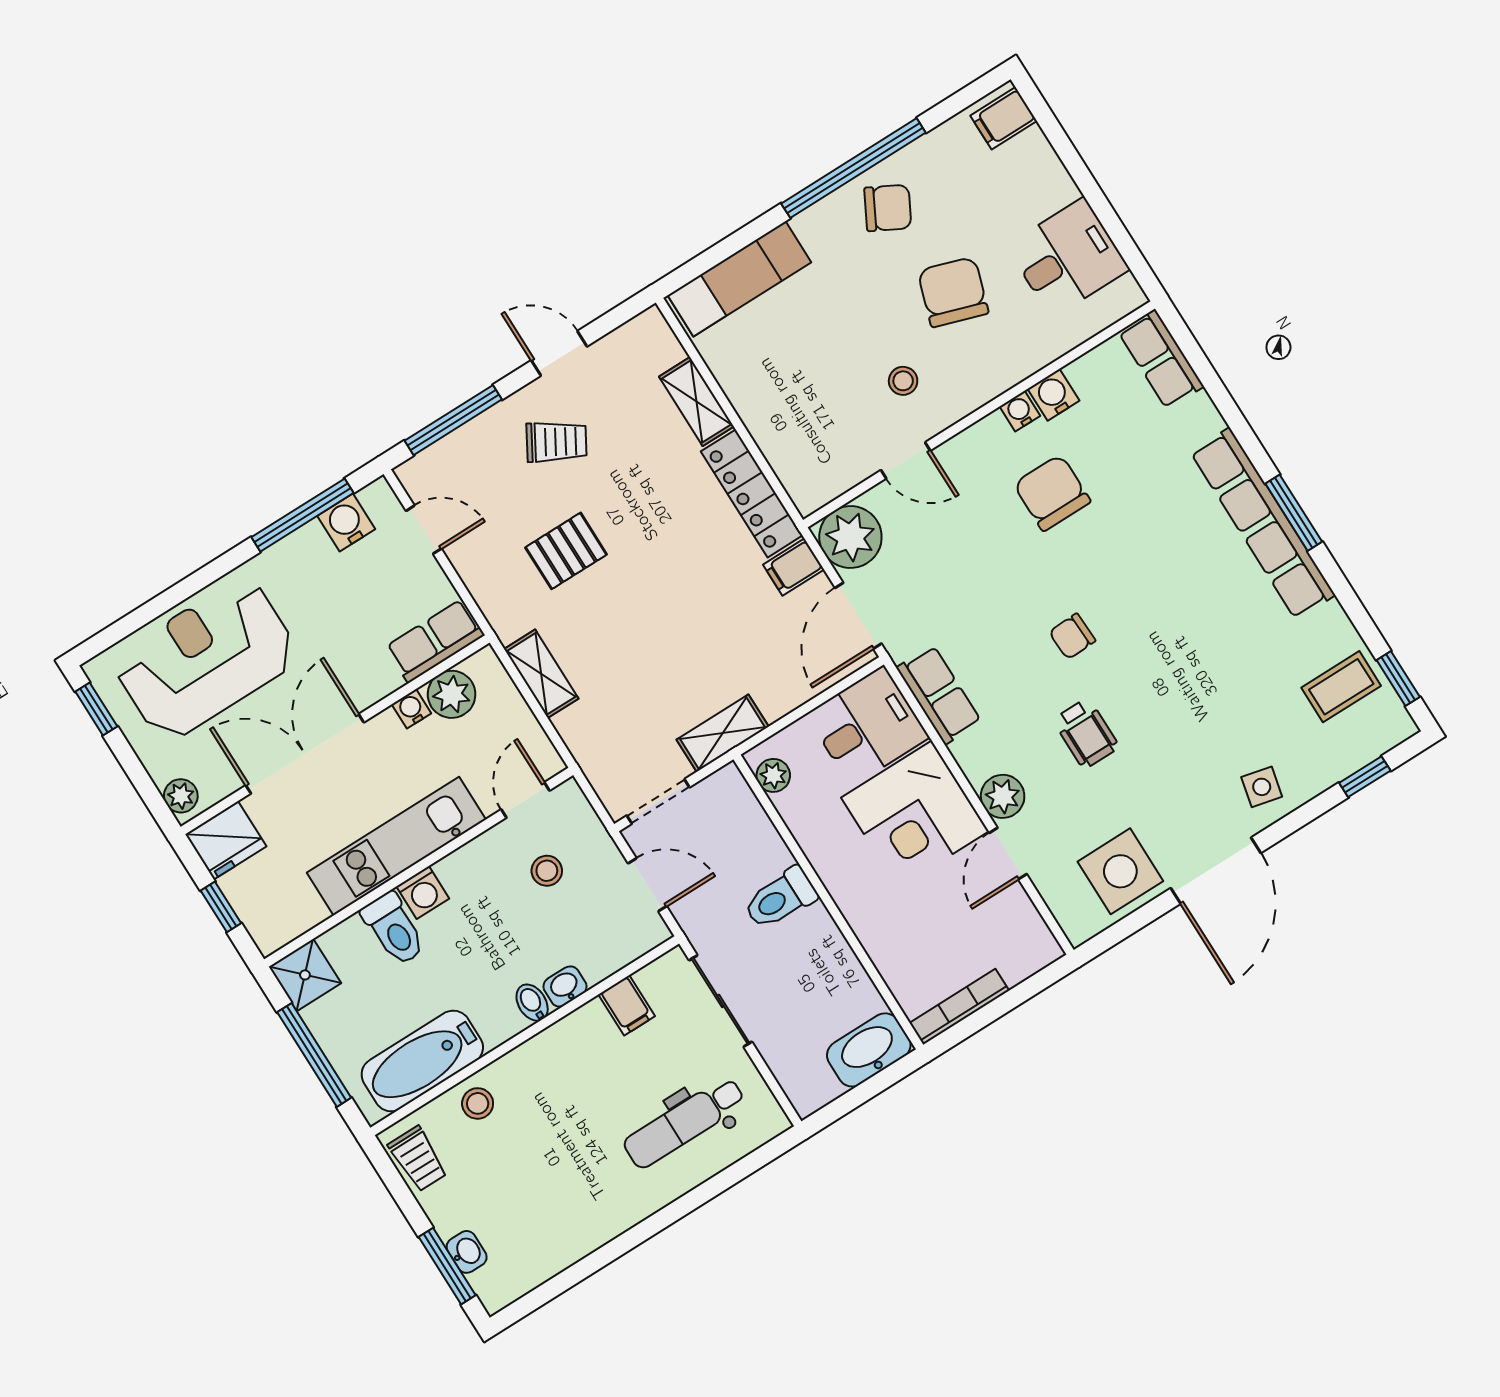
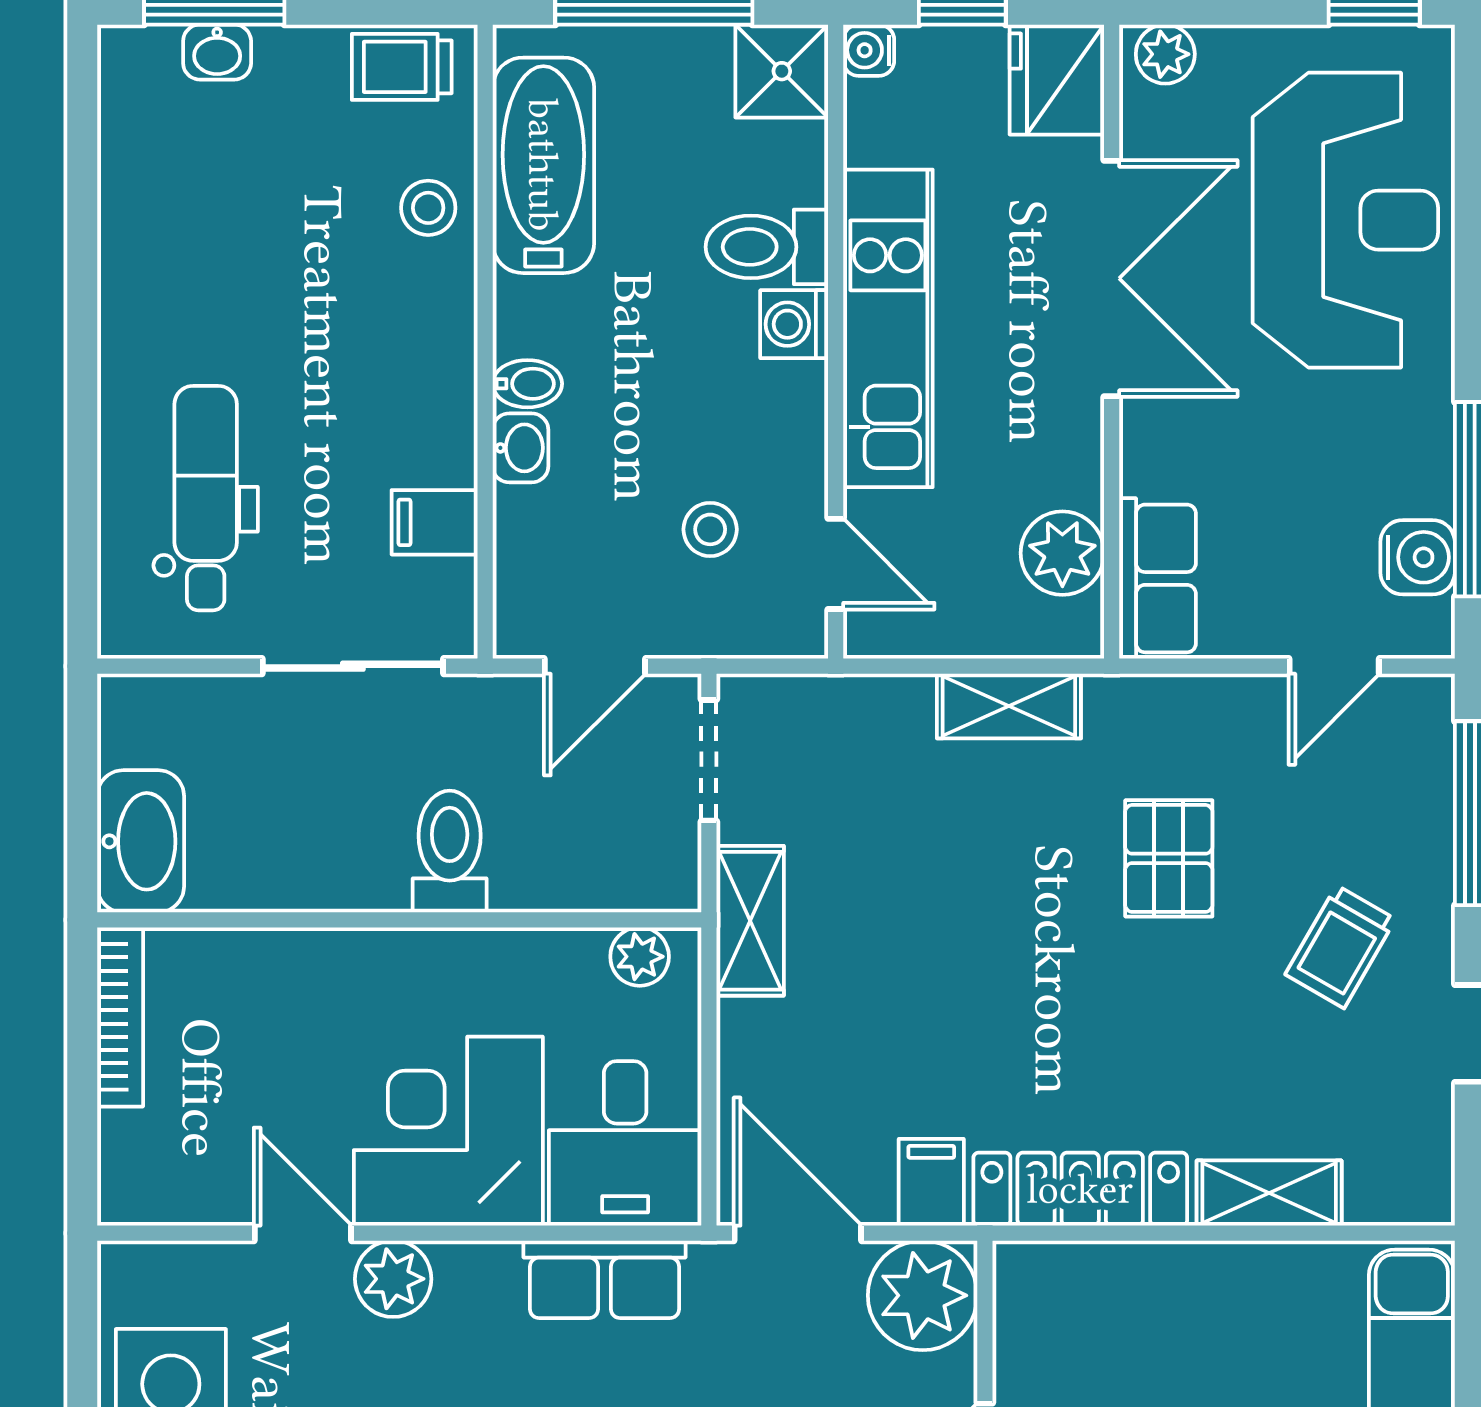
water cooler: (411, 709) -> (869, 50), moved, turned 180

